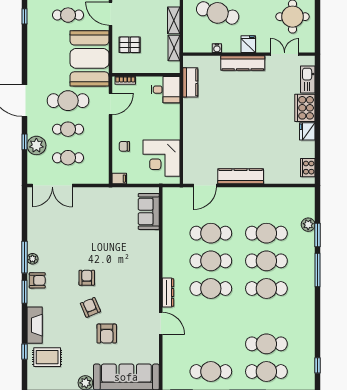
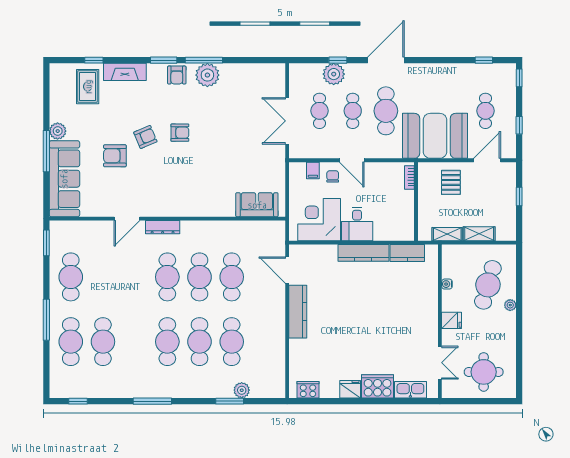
kitchen counter: (243, 63) -> (363, 253), moved, turned -90
desk: (165, 90) -> (357, 224), moved
door: (110, 104) -> (352, 160), moved
filing cabinet: (119, 179) -> (313, 170), moved
double door: (52, 186) -> (287, 121), moved
plant: (32, 259) -> (207, 75), width x1.88, depth x1.88
window: (318, 270) -> (152, 401), moved

